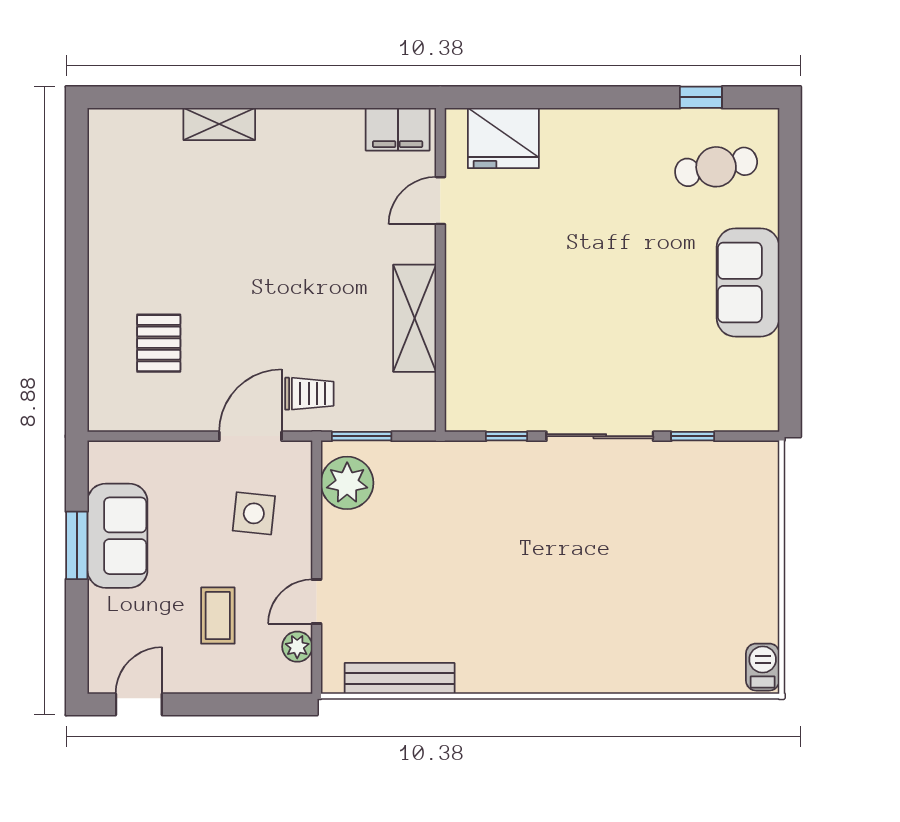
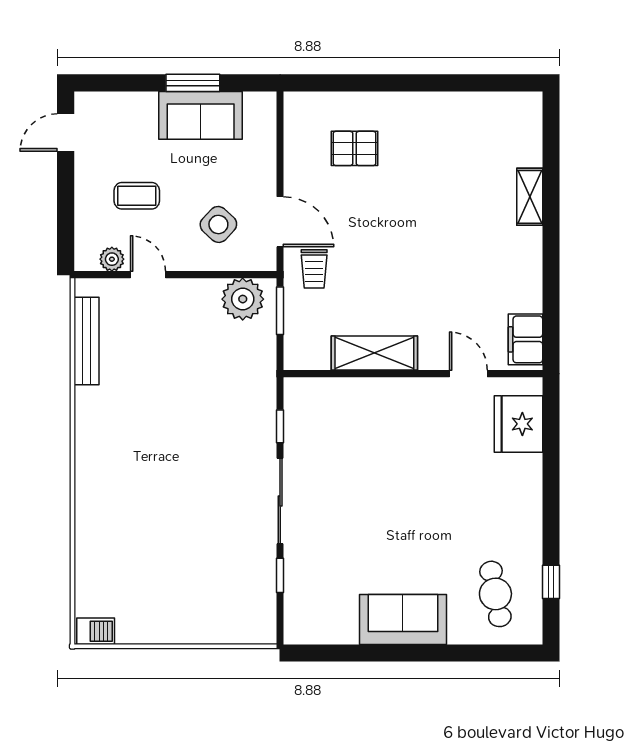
side table: (254, 513) -> (218, 224), turned 37
door: (139, 704) -> (66, 133), swing flipped

